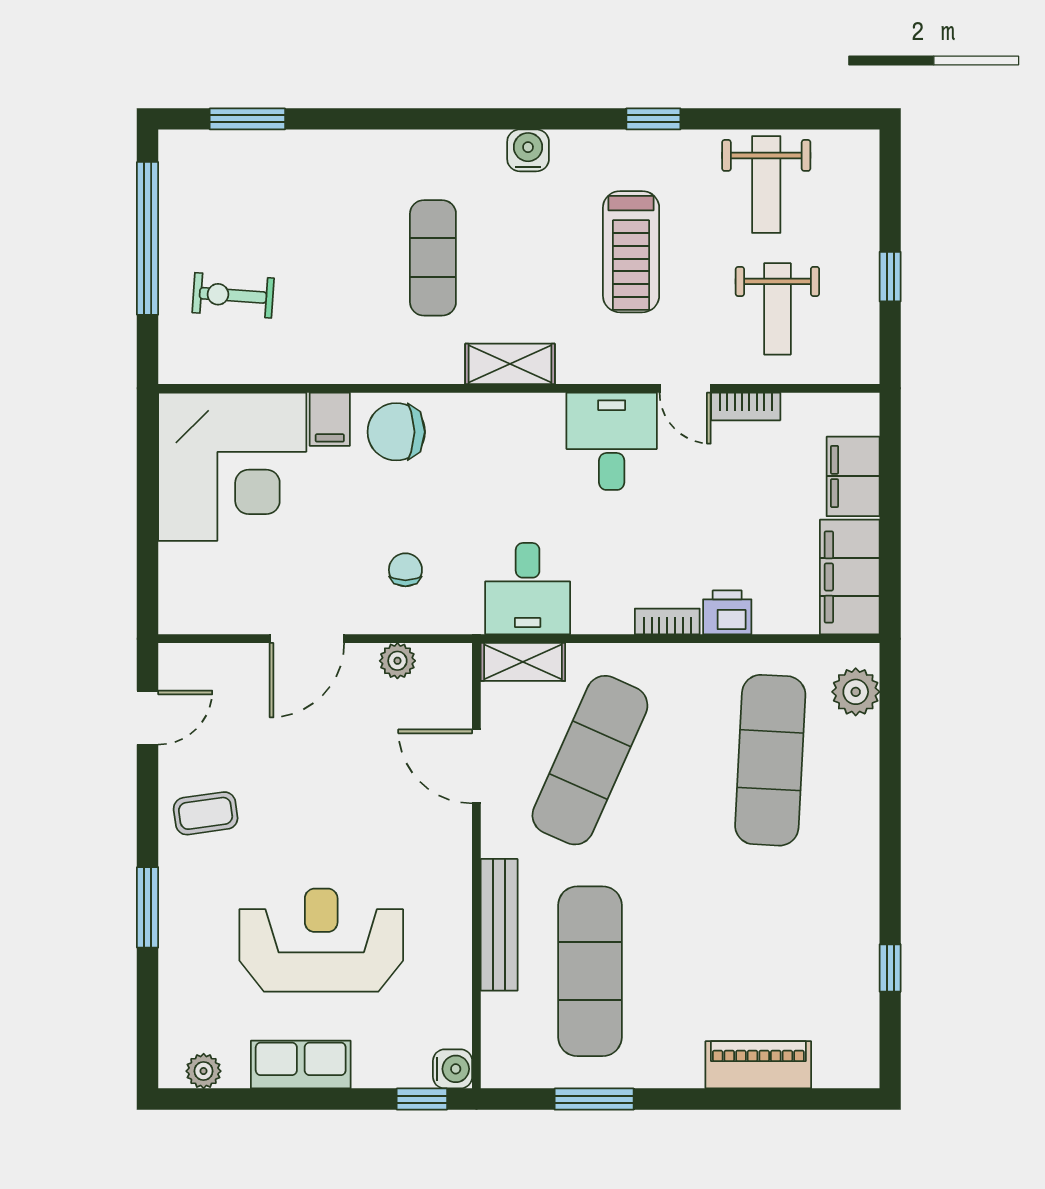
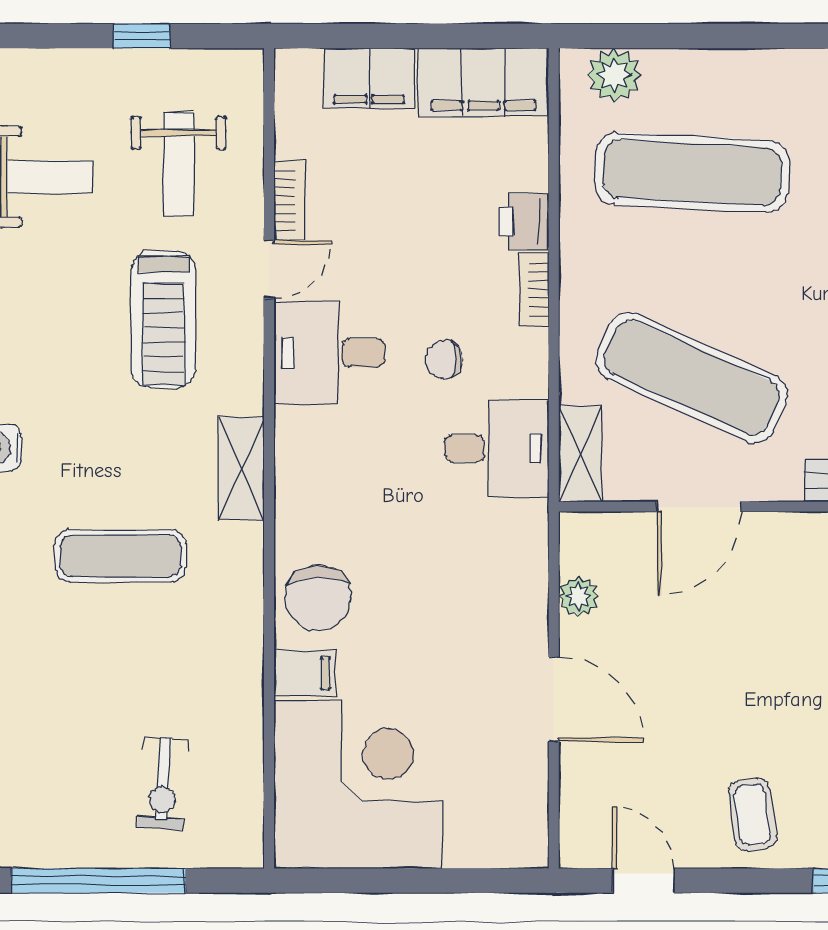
treadmill: (631, 252) -> (163, 319), moved, turned 90
weight bench: (777, 309) -> (179, 164), turned 90
chair: (405, 570) -> (444, 359), moved

